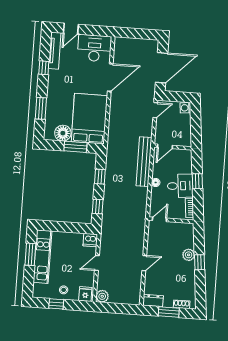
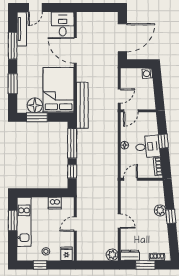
desk: (94, 48) -> (63, 24), width x0.73
window: (44, 68) -> (13, 46), width x2.17
door: (110, 78) -> (75, 50), swing flipped
door: (155, 110) -> (119, 96), moved
window: (75, 147) -> (37, 117), moved
bench: (144, 162) -> (82, 105), moved
window: (100, 177) -> (72, 143), width x2.17
dishwasher: (90, 240) -> (55, 203), moved
door: (144, 263) -> (119, 221), hinge flipped
plant: (102, 296) -> (112, 255), moved

